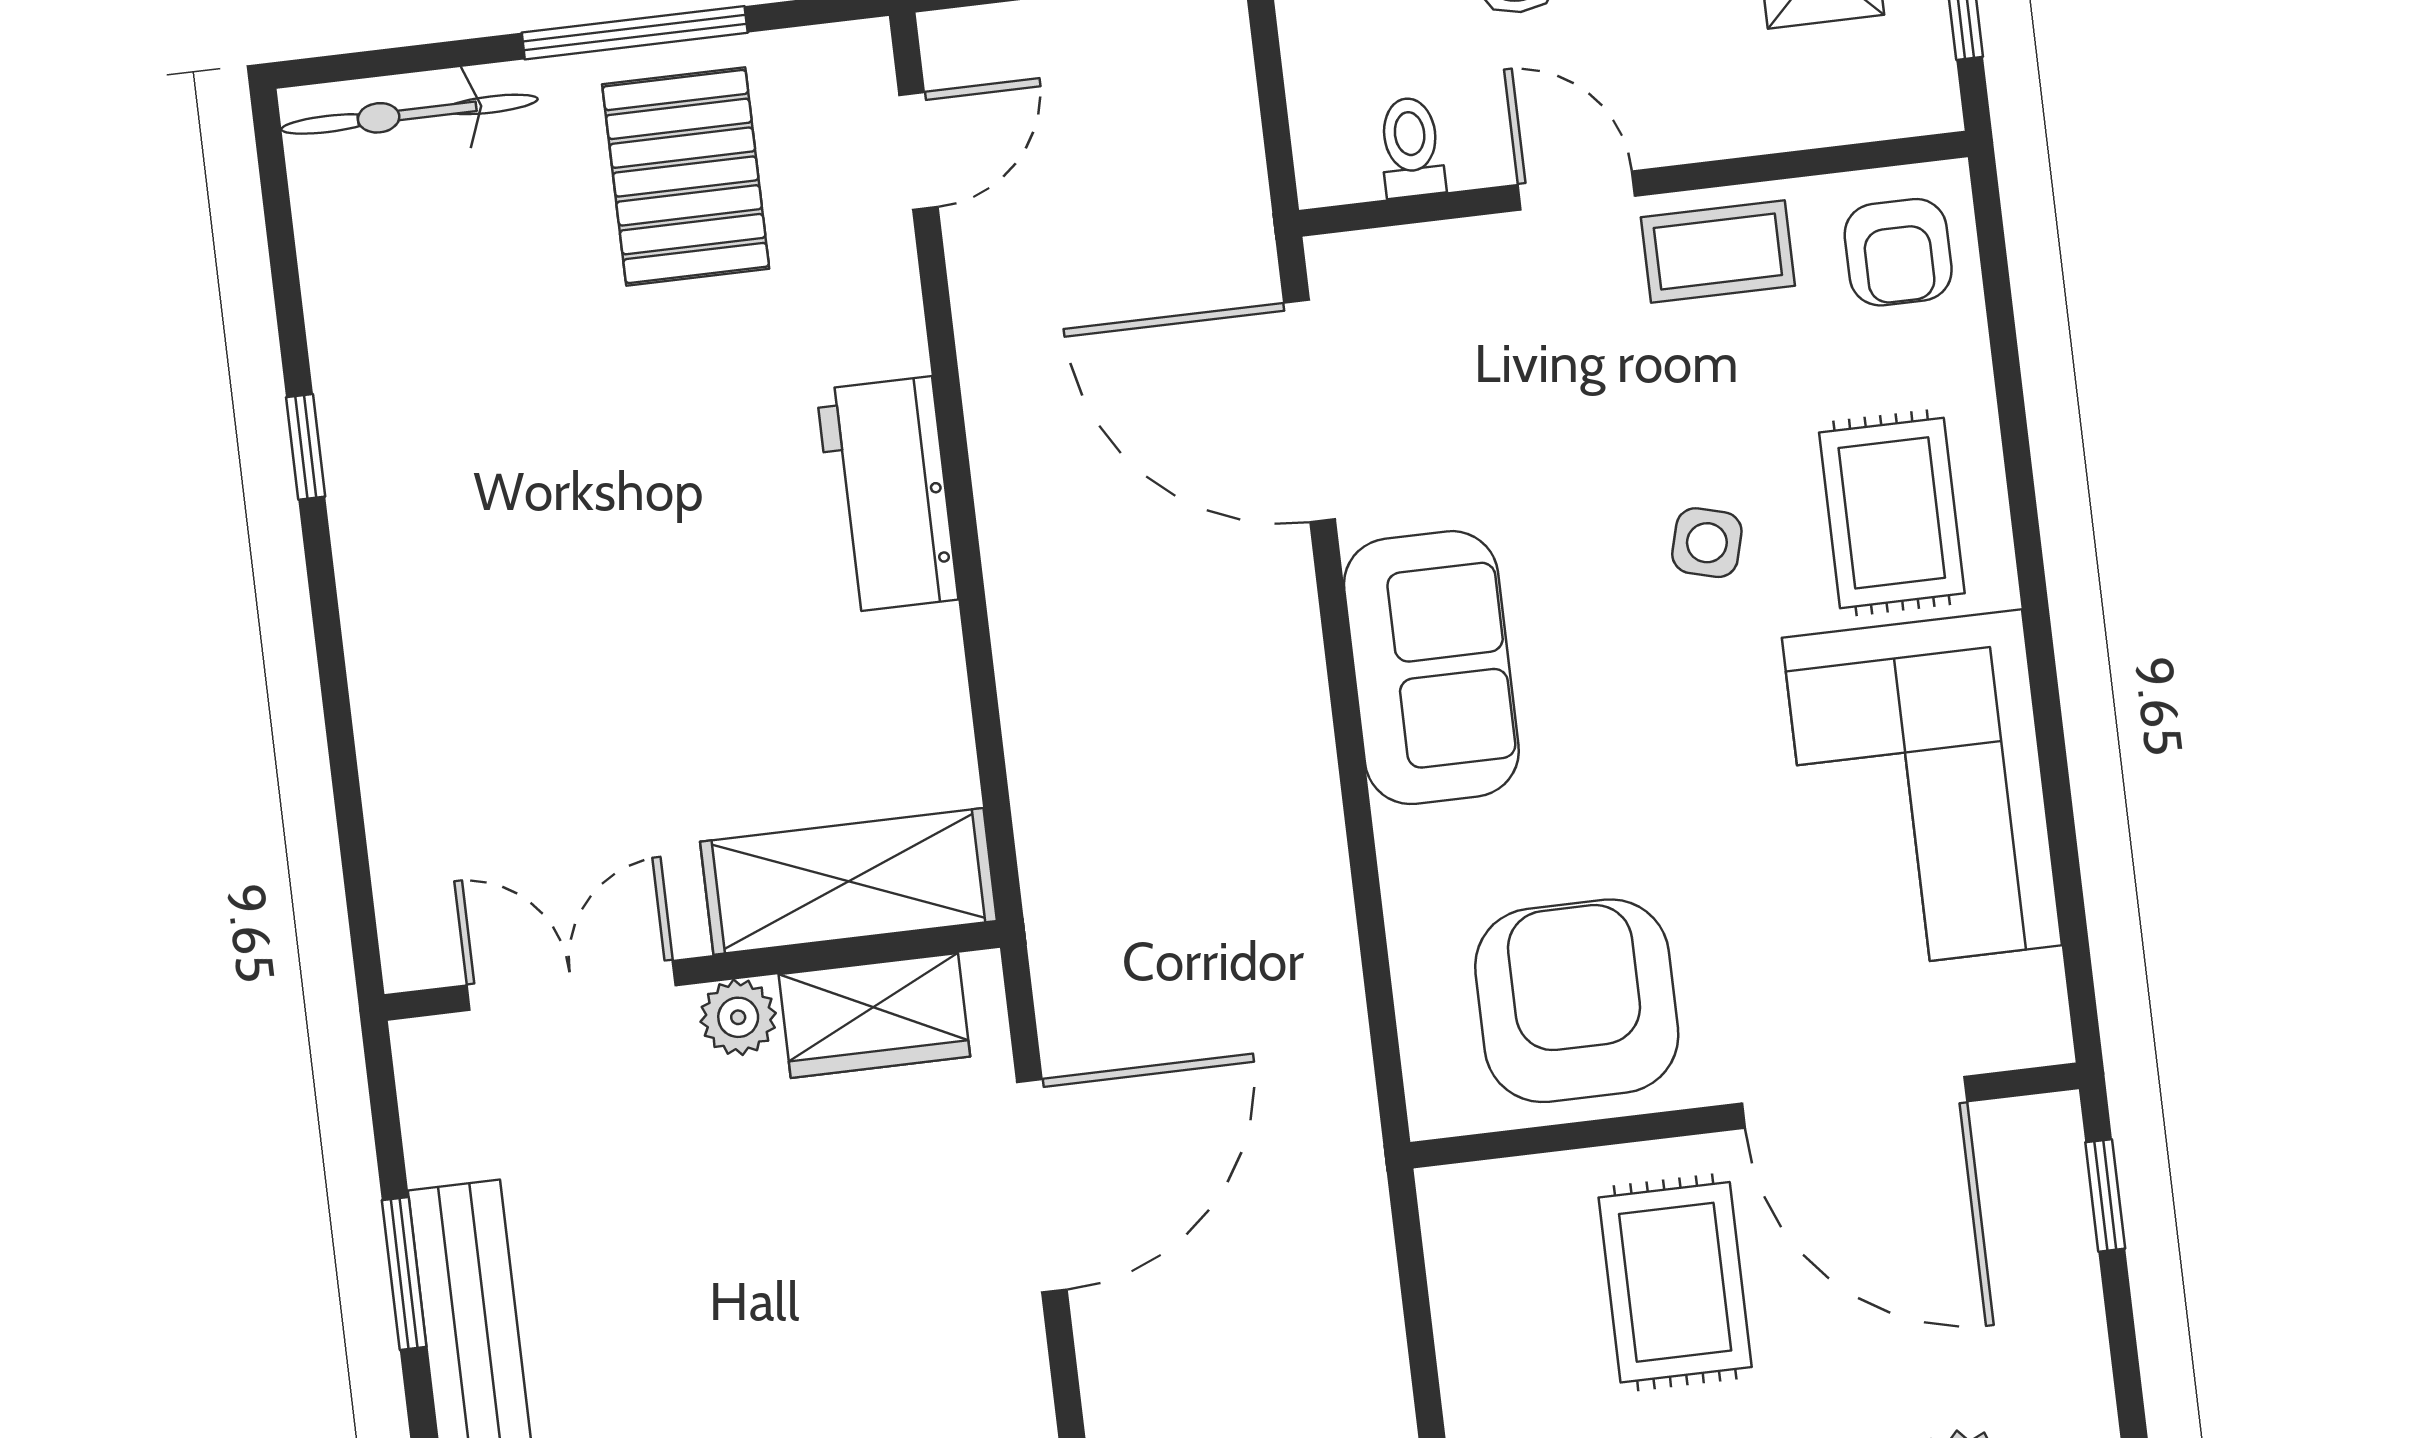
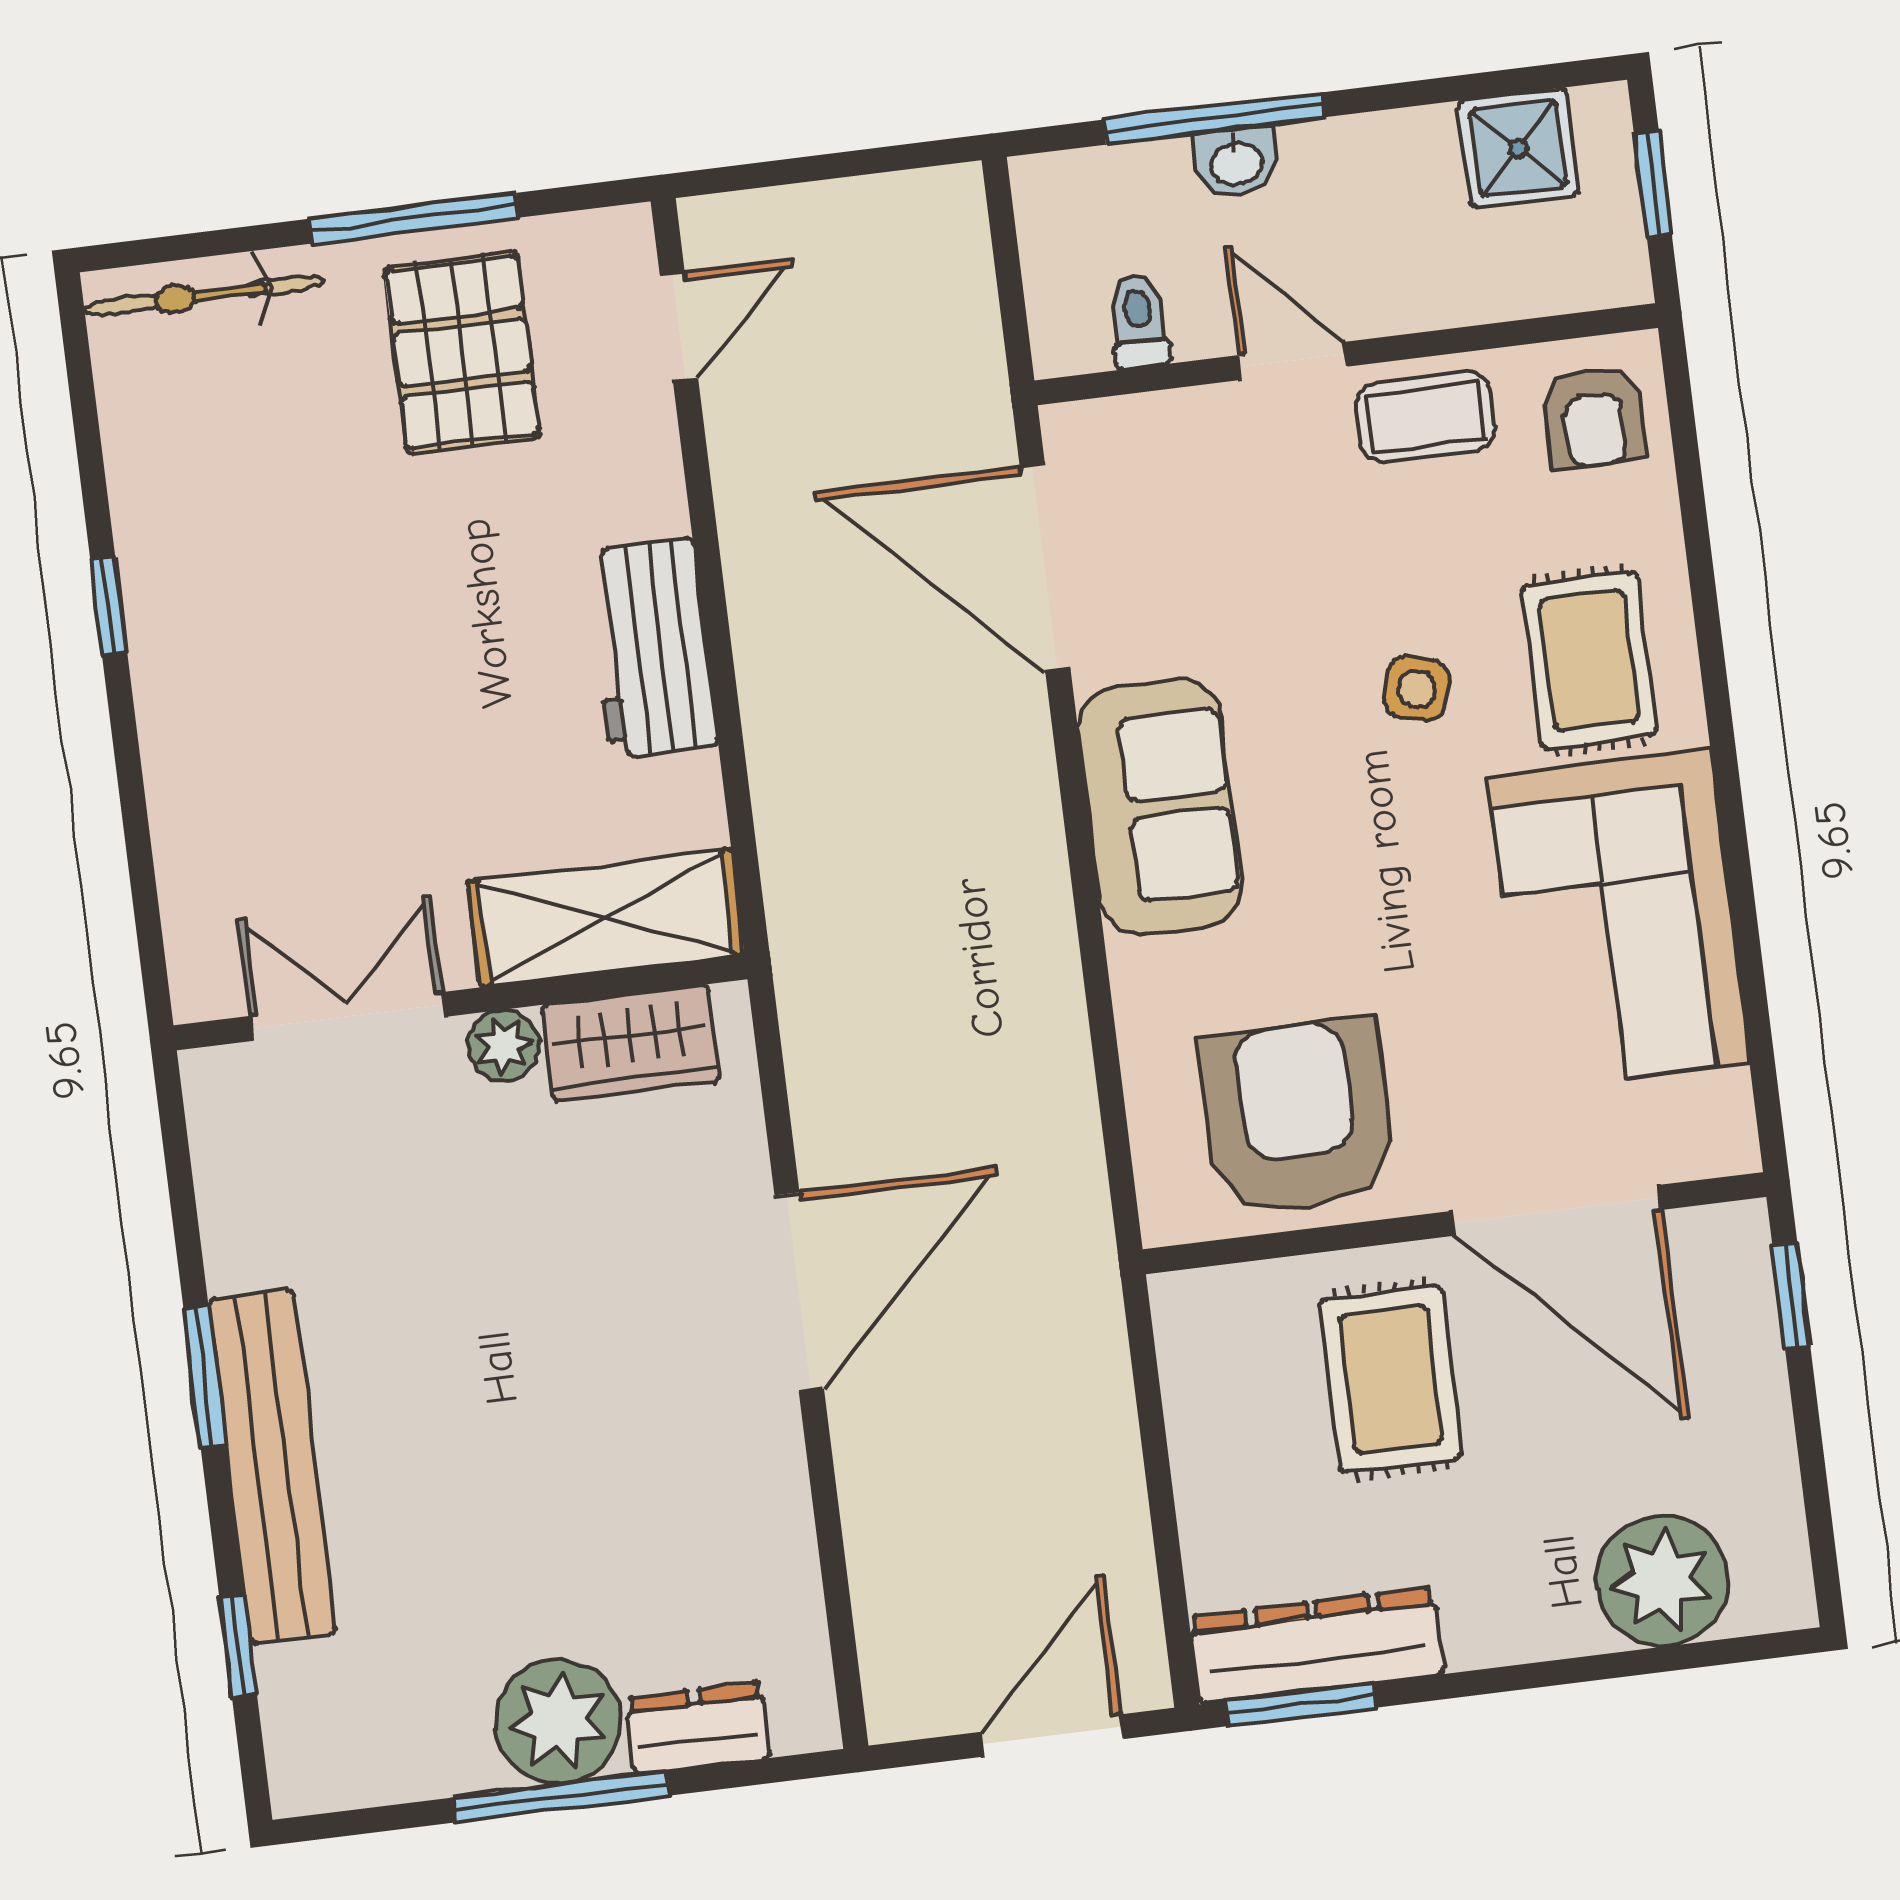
shelving: (848, 881) -> (606, 918), moved
wall: (692, 971) -> (461, 1002), moved
double door: (571, 985) -> (348, 1016), moved
wardrobe: (874, 1015) -> (631, 1043), moved
plant: (738, 1017) -> (504, 1045), moved

